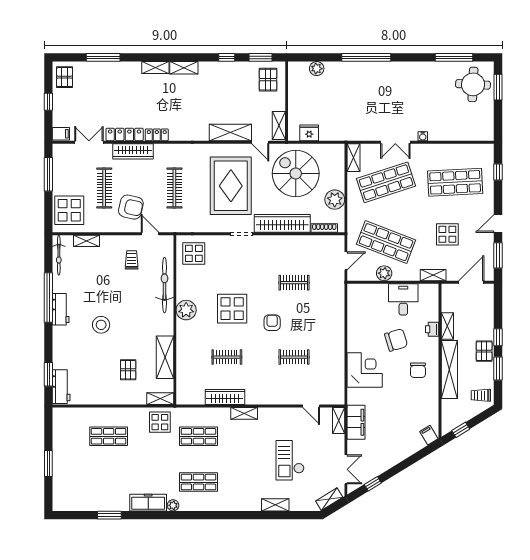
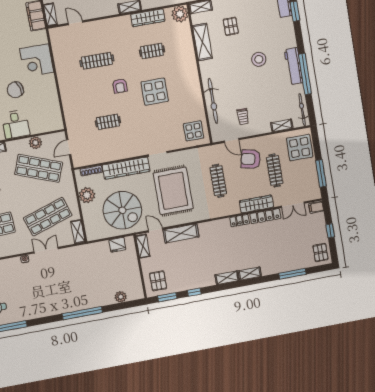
workbench: (61, 309) -> (294, 66), width x1.38
plant: (186, 310) -> (180, 14), moved
clothes rail: (294, 357) -> (97, 61), width x1.36

